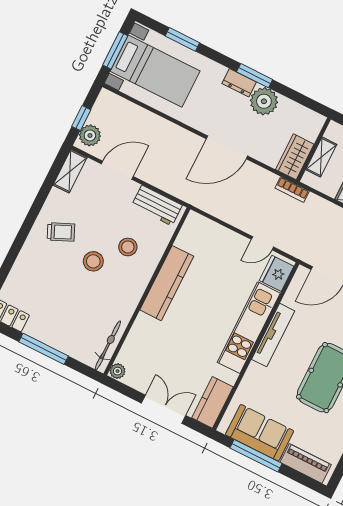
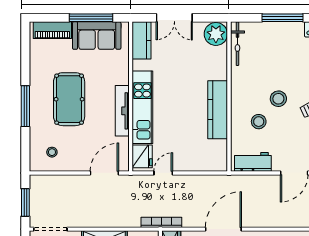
bookcase: (292, 190) -> (161, 222), width x1.56
plant: (118, 371) -> (216, 34), width x1.88, depth x1.88

